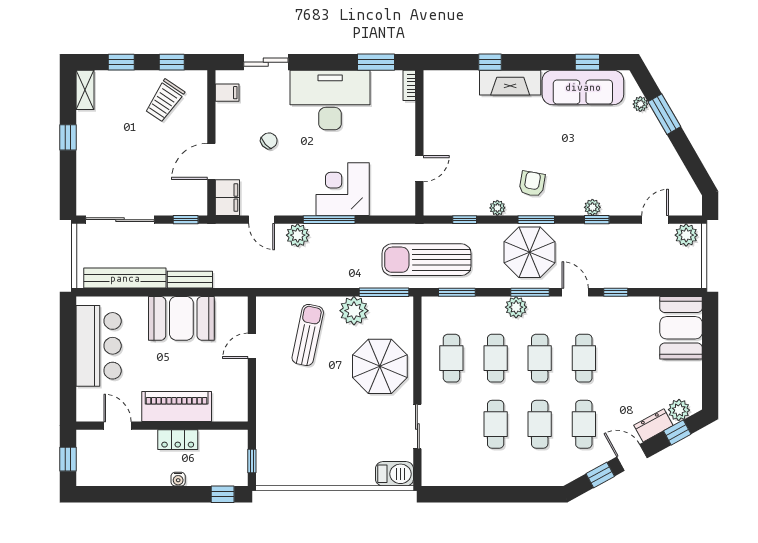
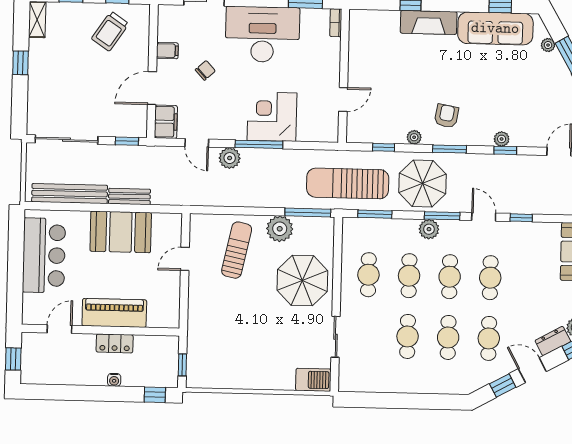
filing cabinet: (227, 93) -> (167, 51), moved
parasol: (530, 252) -> (423, 183), moved
door: (118, 426) -> (60, 329), hinge flipped

